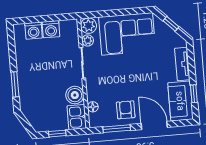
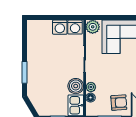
washing machine: (34, 31) -> (75, 27), moved
plant: (88, 40) -> (91, 87), moved
armchair: (126, 110) -> (119, 103), turned 86

